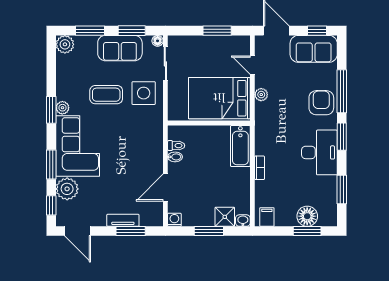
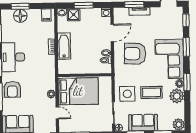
bathtub: (240, 146) -> (64, 46), moved
armchair: (131, 155) -> (135, 54), added
plant: (67, 189) -> (177, 96), moved

